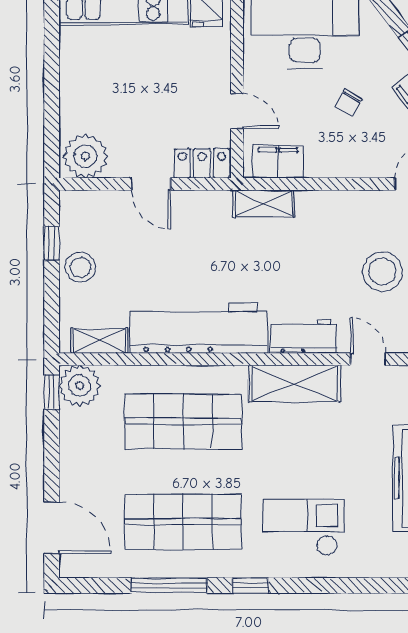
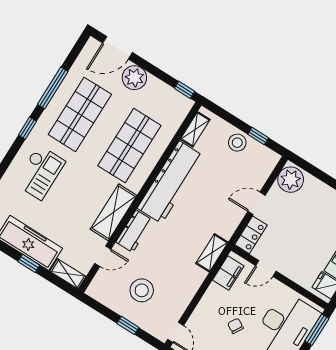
plant: (80, 386) -> (134, 78), moved

